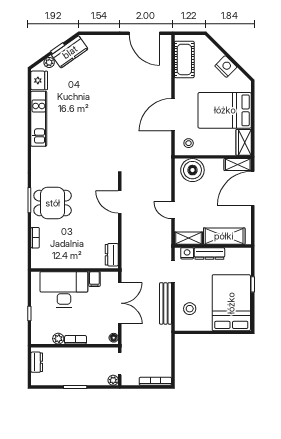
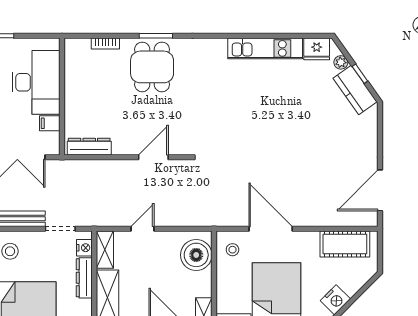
dresser: (112, 255) -> (89, 147), width x1.44

